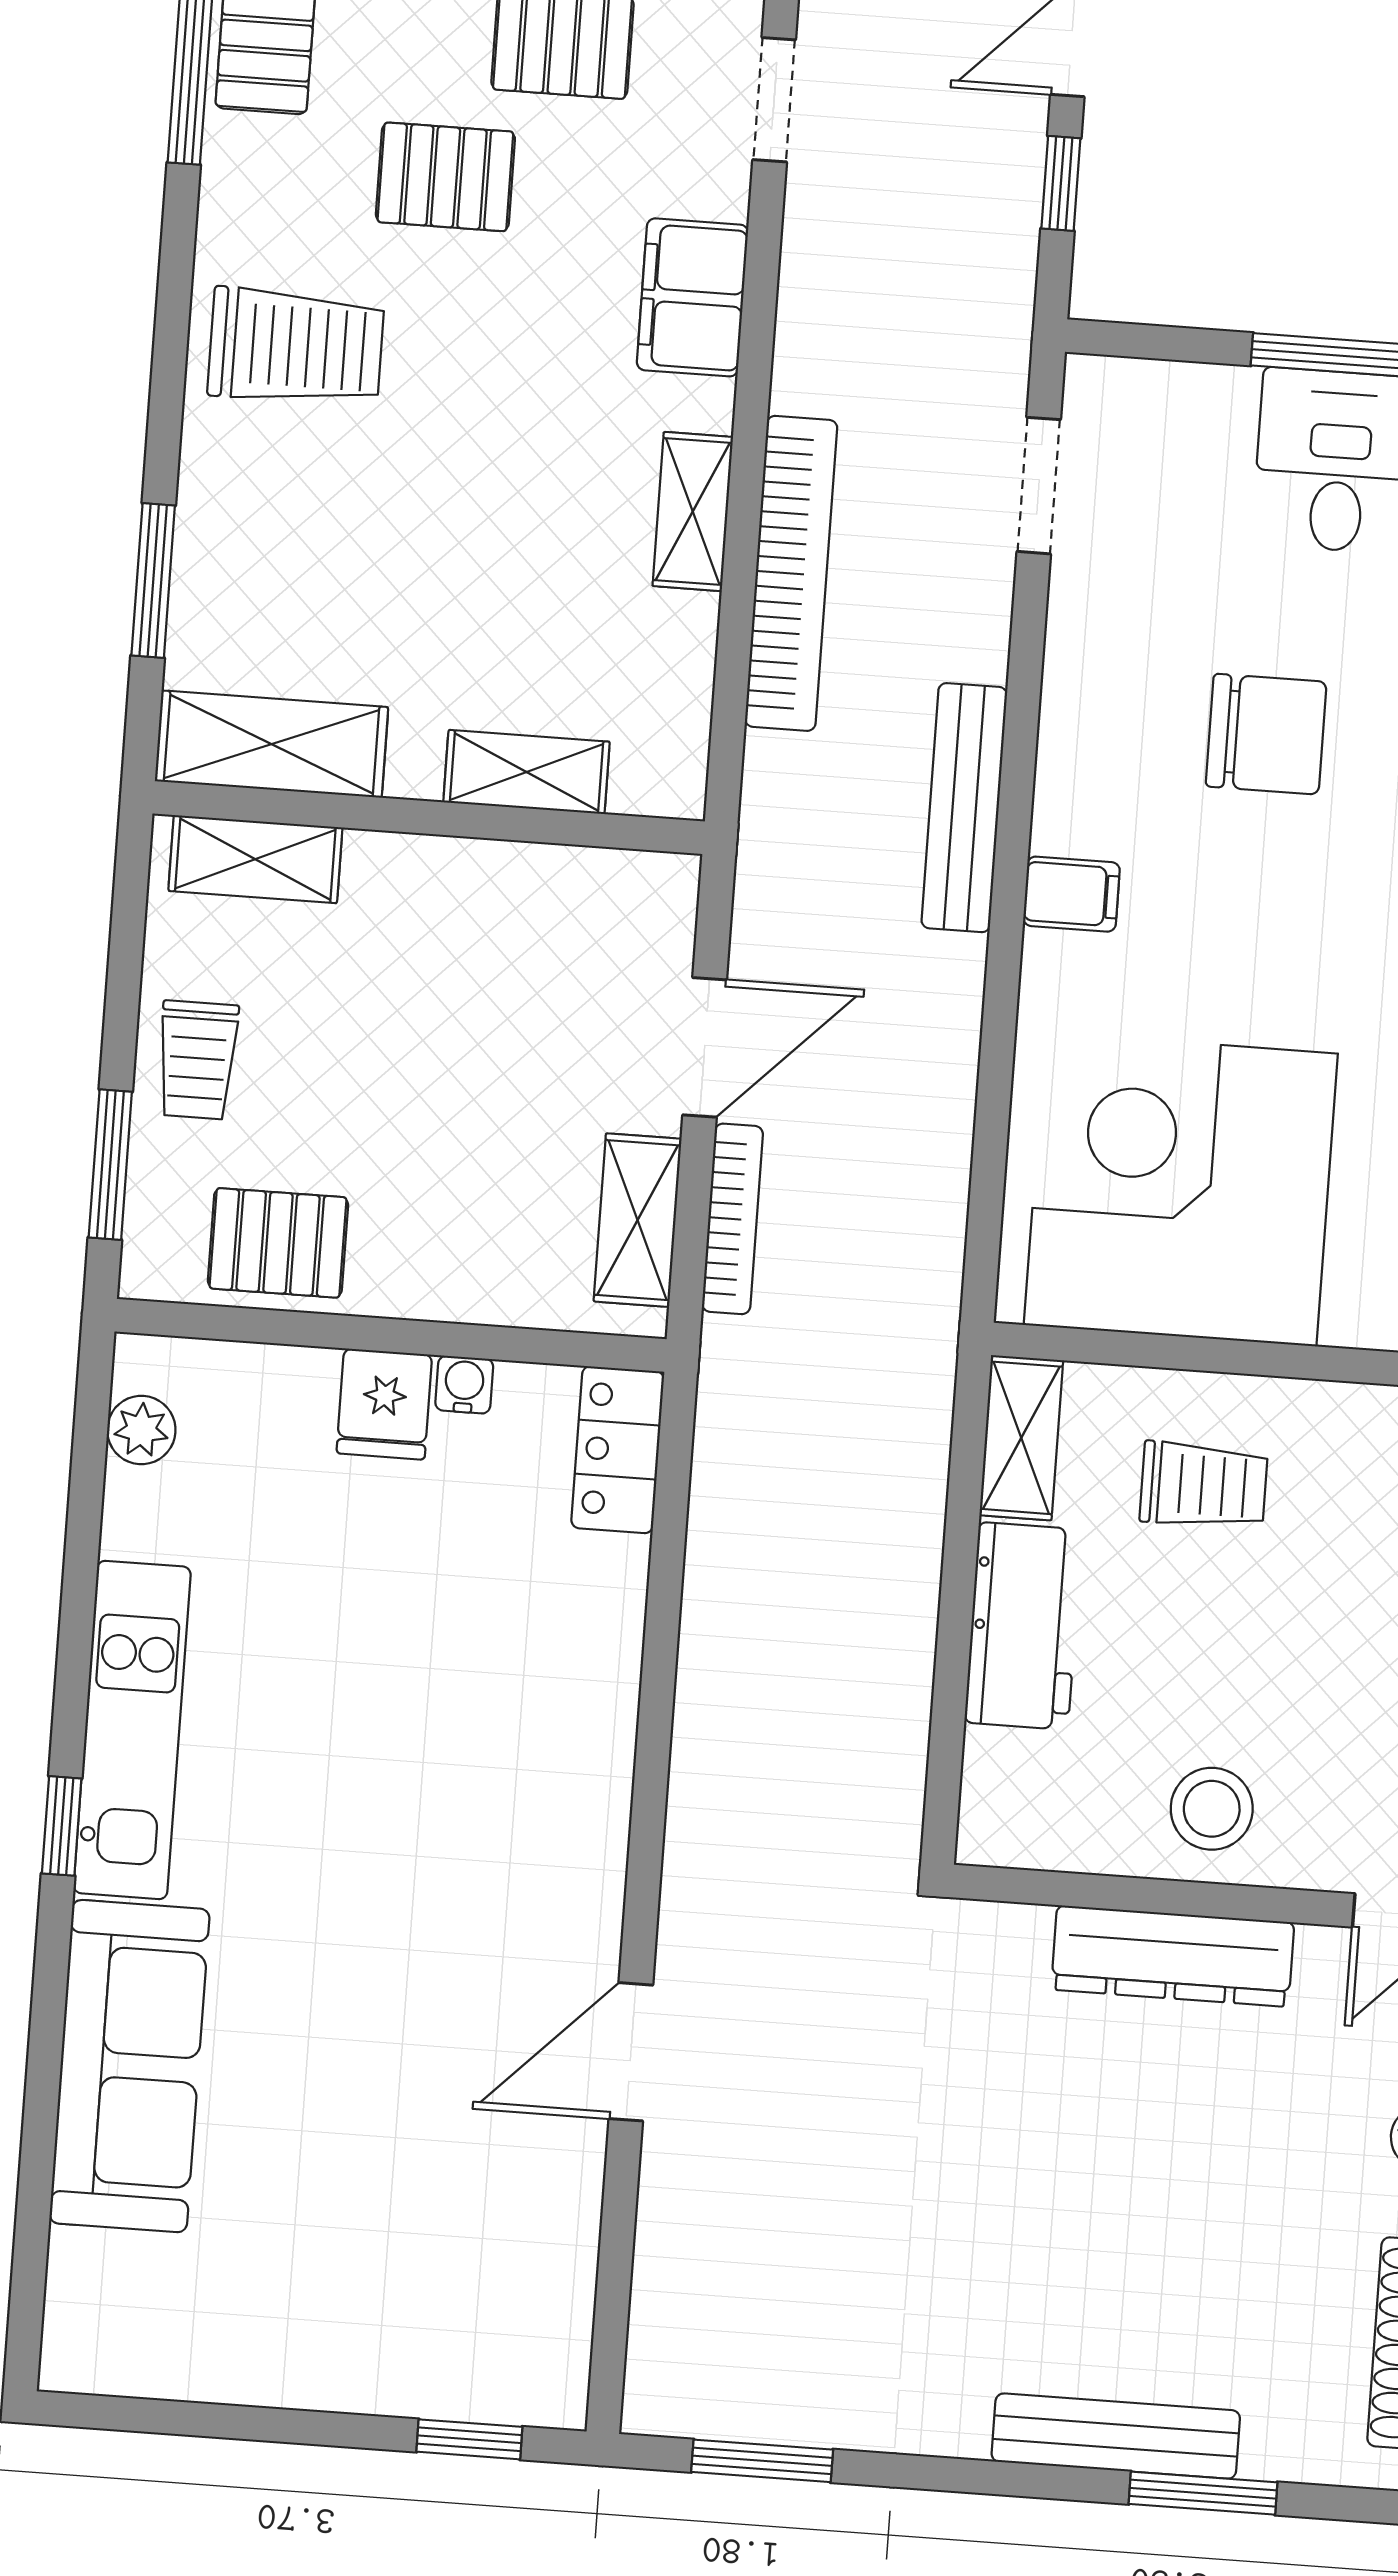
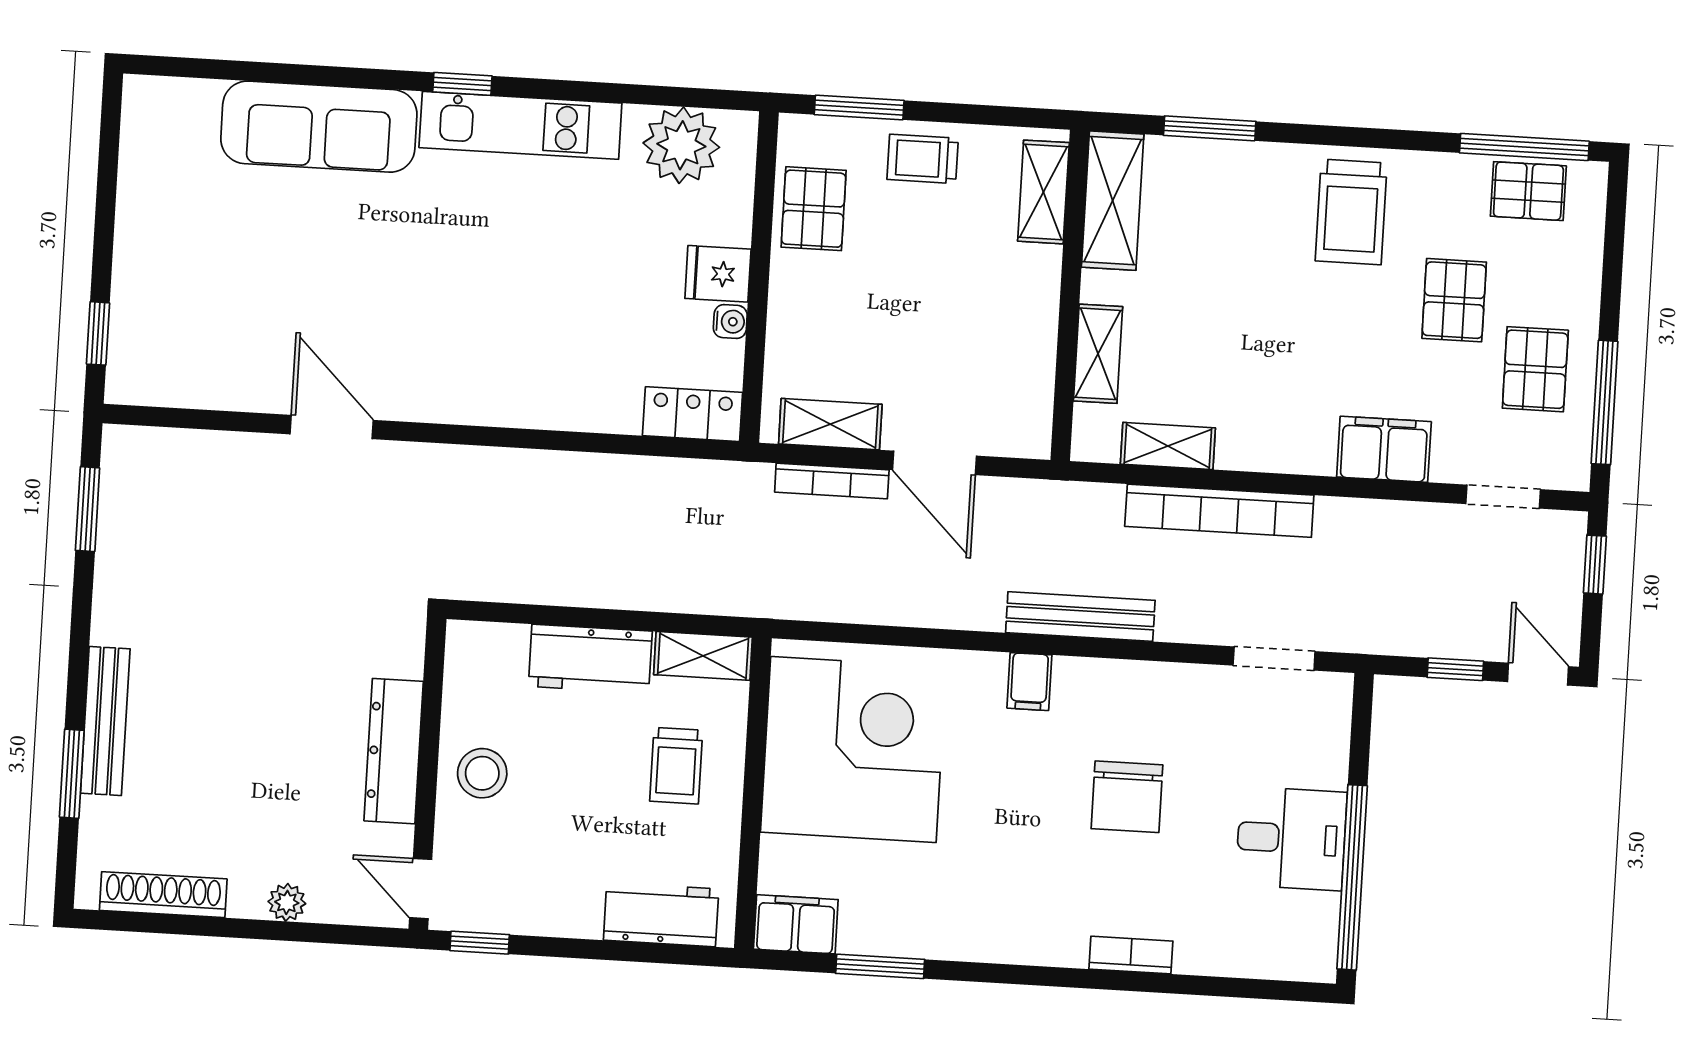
shelving: (693, 512) -> (1168, 446), moved
plant: (141, 1430) -> (681, 145), width x1.87, depth x1.87

